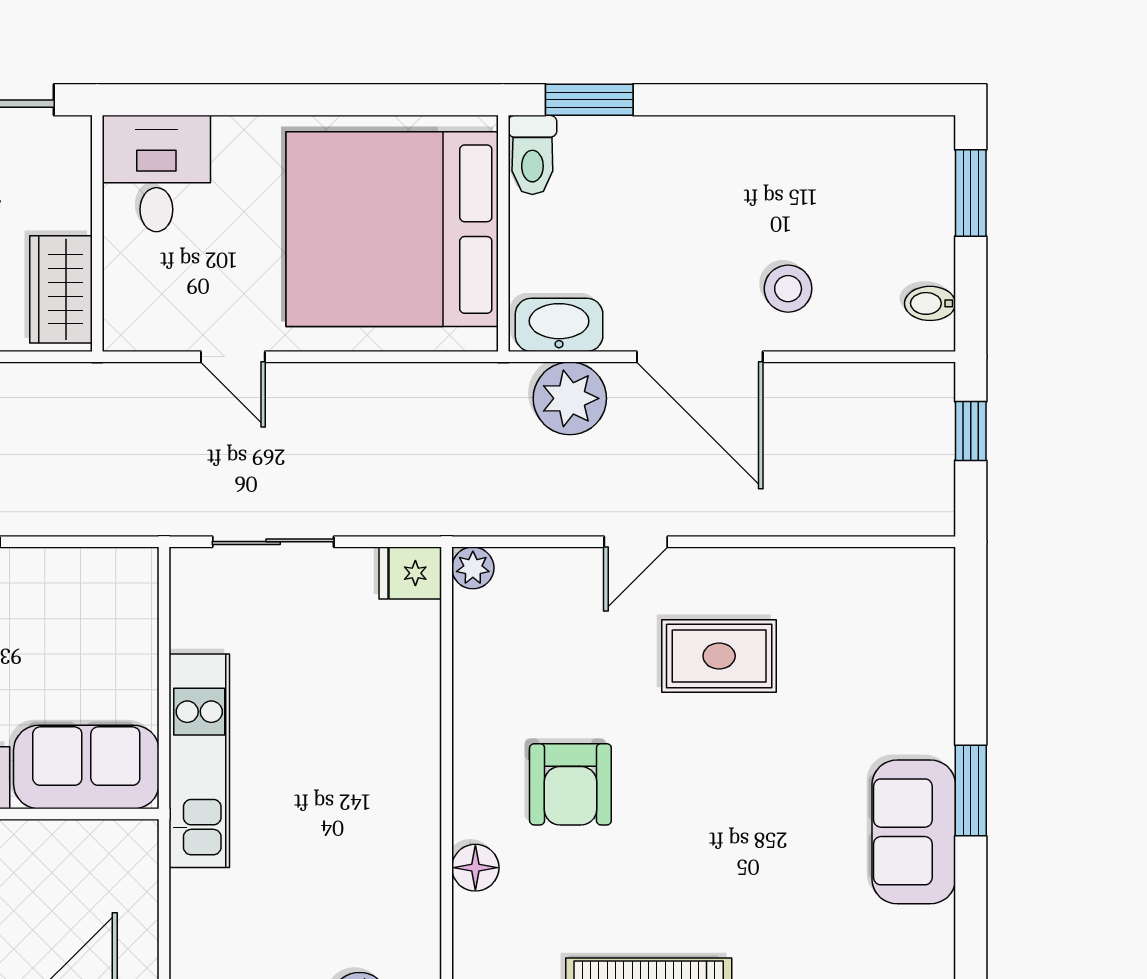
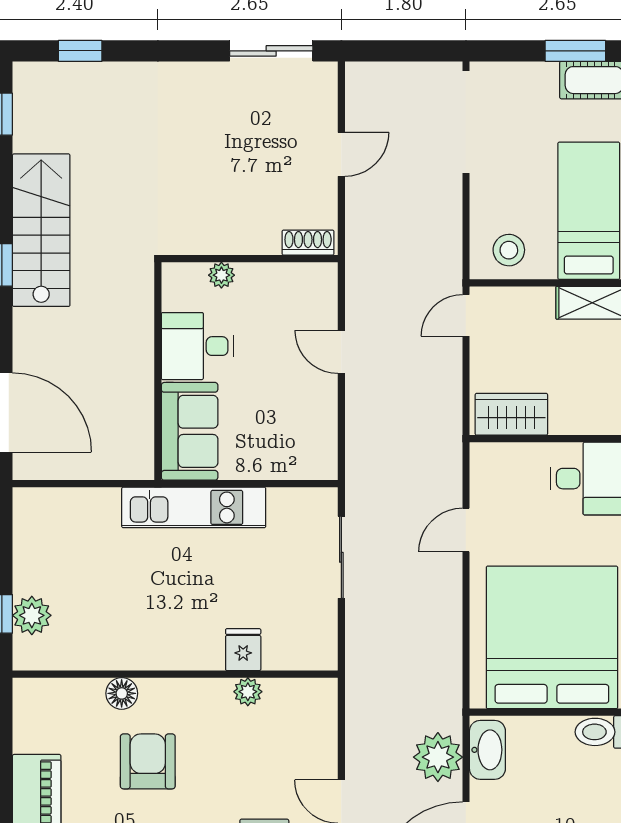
plant: (473, 568) -> (248, 692), moved
fridge: (410, 573) -> (243, 650), moved
armchair: (570, 784) -> (148, 761), moved, turned 90

